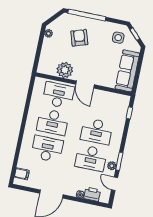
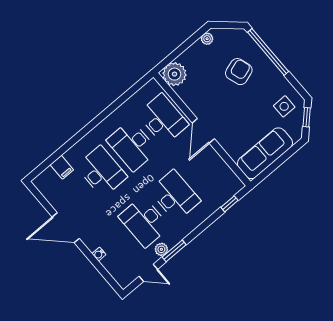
plant: (65, 70) -> (175, 74), moved
desk: (97, 131) -> (175, 196), turned 180
filing cabinet: (22, 174) -> (62, 167), moved
door: (115, 184) -> (148, 273), swing flipped
printer: (92, 194) -> (113, 265), removed

